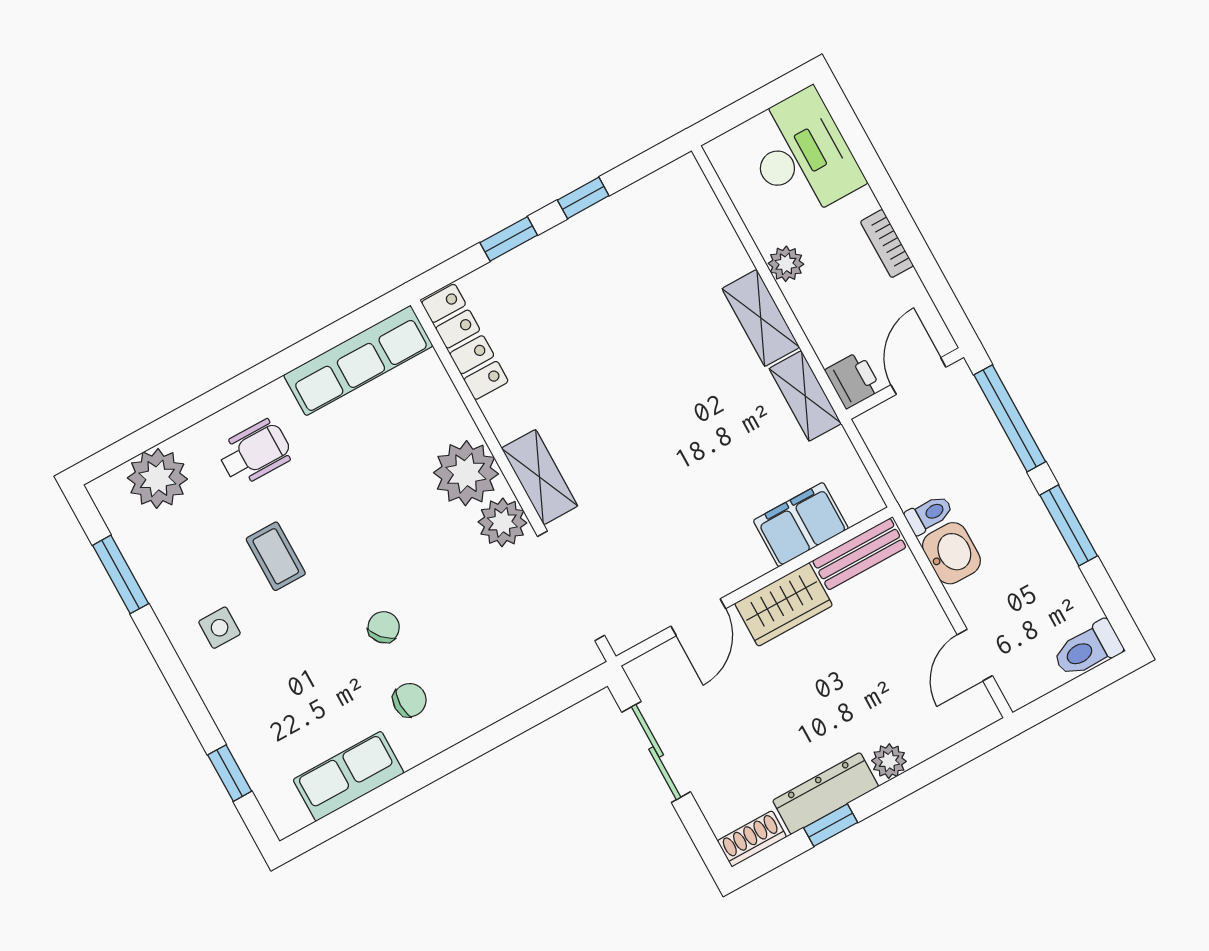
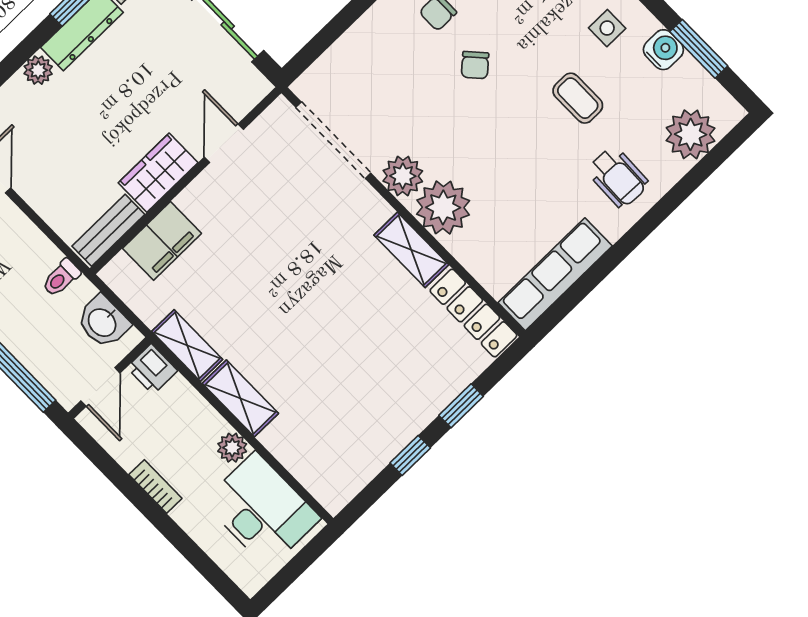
desk: (802, 155) -> (262, 510), moved, turned 180
wheelchair: (255, 452) -> (618, 177), turned -88
shelving: (540, 477) -> (411, 250), moved
washbasin: (951, 553) -> (103, 322), moved
water cooler: (162, 585) -> (663, 50), added

